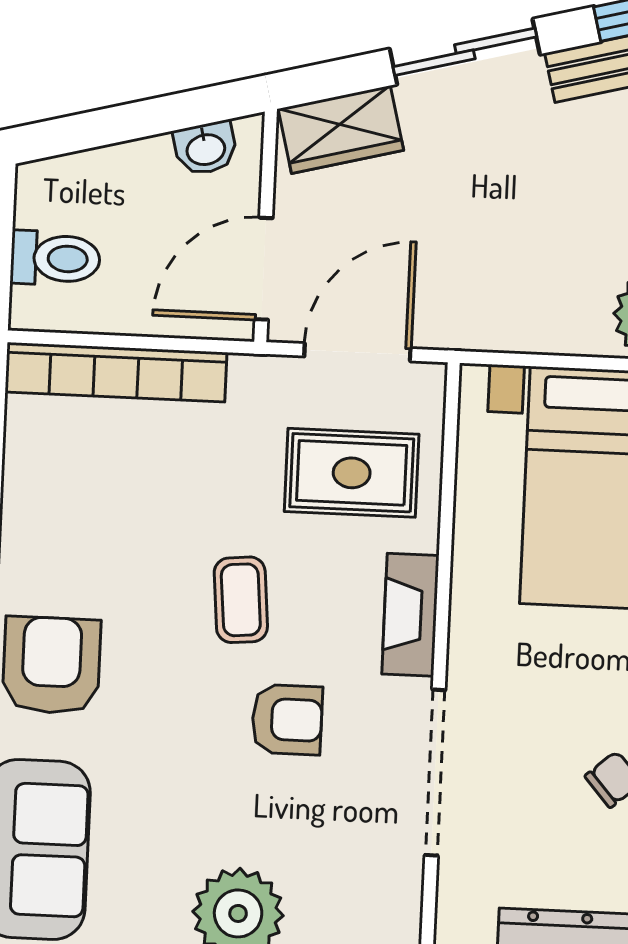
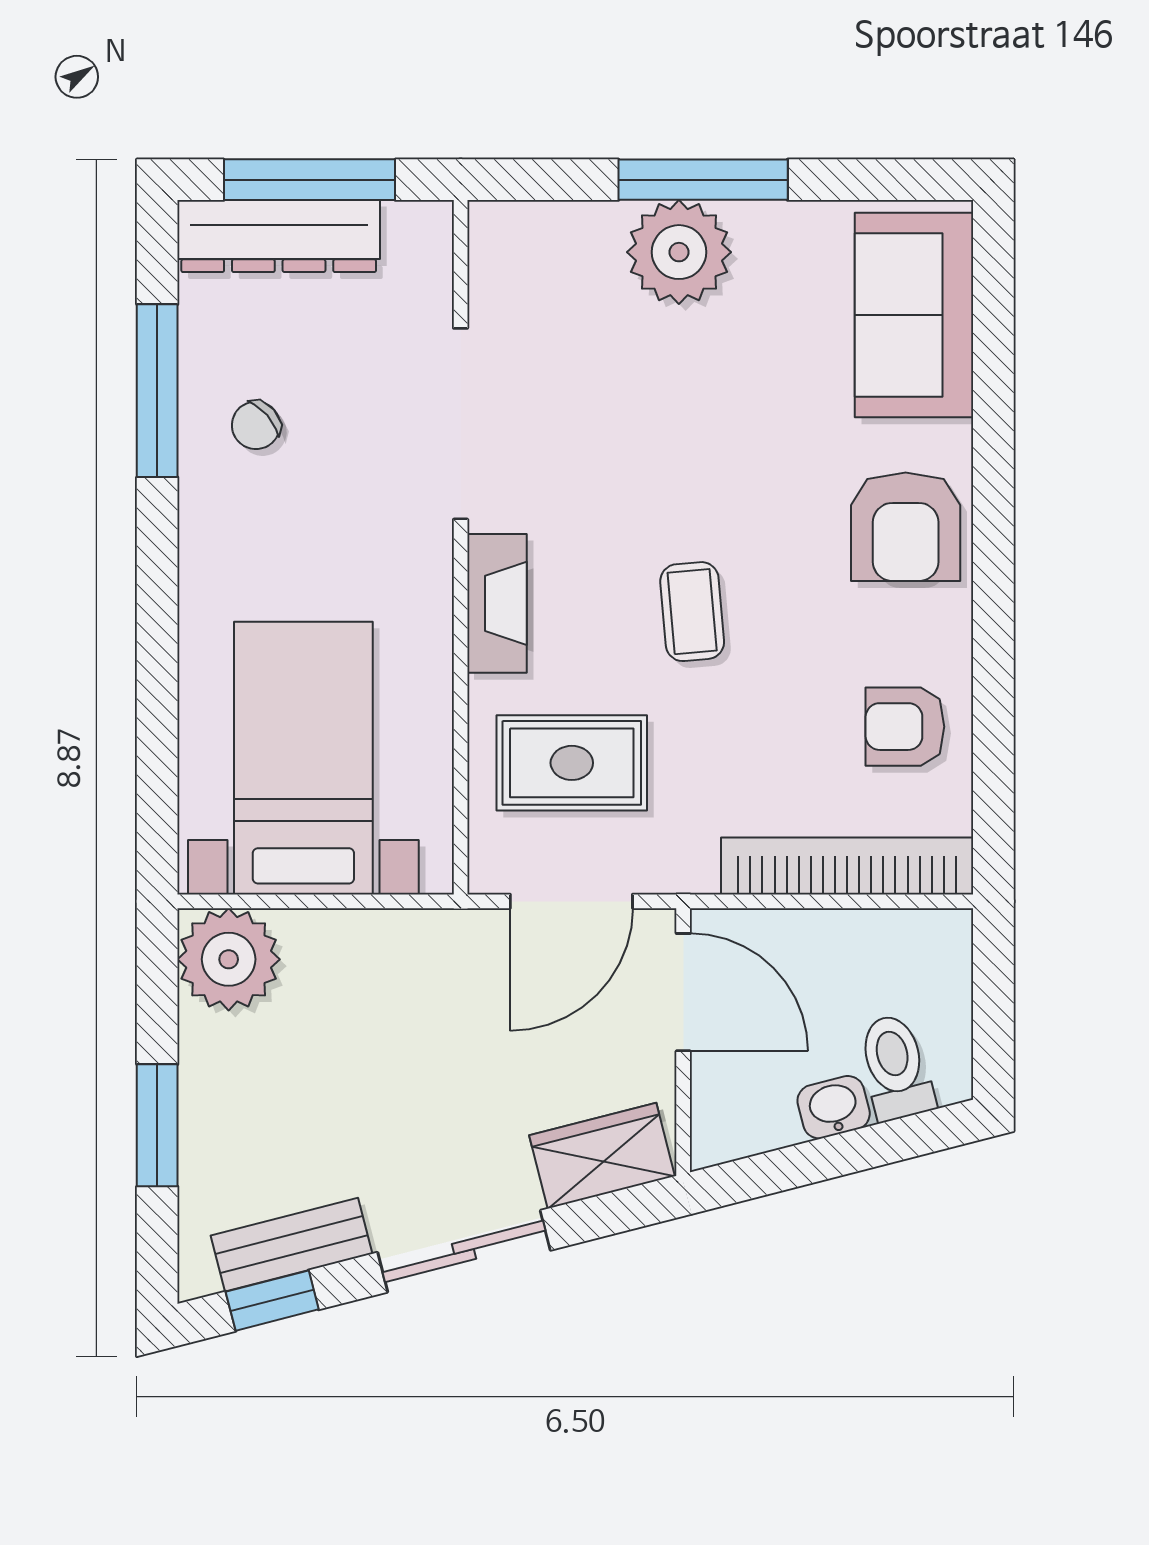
washbasin: (206, 148) -> (834, 1107), moved
toilet: (55, 258) -> (896, 1067), moved, turned 76
door: (264, 269) -> (683, 992), hinge flipped
armchair: (287, 720) -> (905, 727), moved

